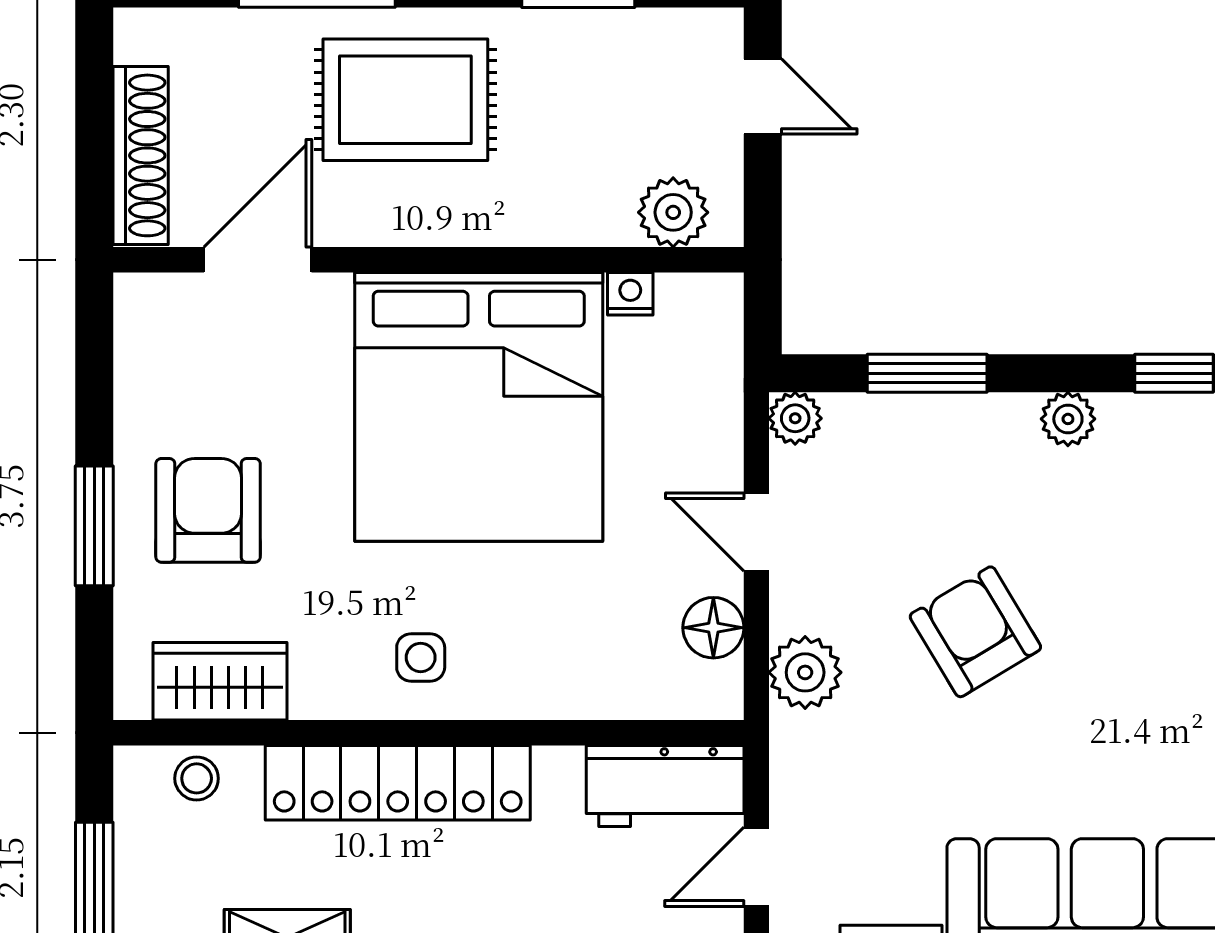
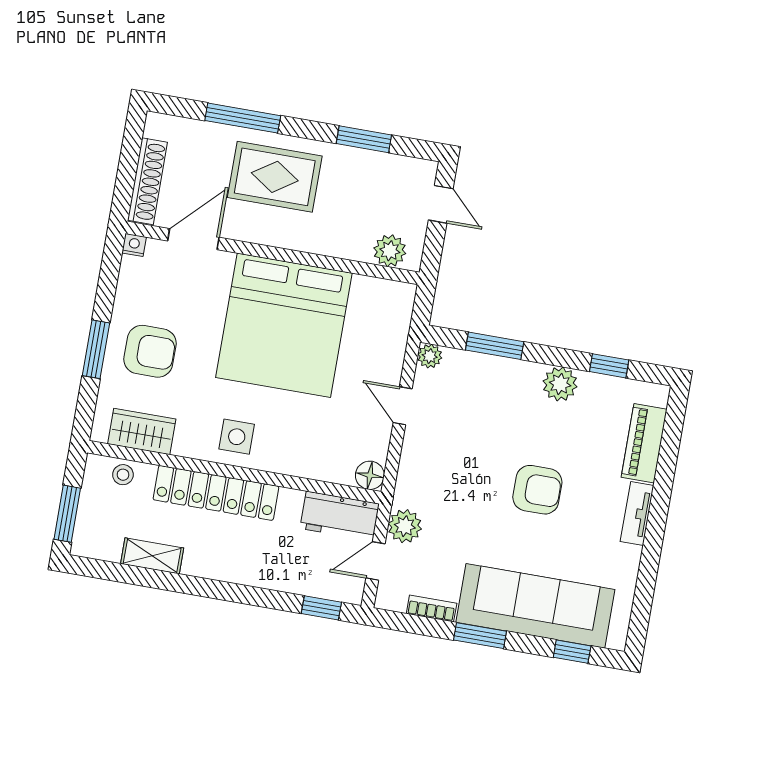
nightstand: (630, 294) -> (134, 245), moved
plant: (1068, 419) -> (560, 384), width x1.38, depth x1.38
armchair: (208, 510) -> (150, 351), turned 90
floor lamp: (713, 628) -> (370, 475), moved
armchair: (975, 632) -> (537, 490), moved, turned 121
side table: (421, 657) -> (237, 437), width x1.37, depth x1.37
plant: (805, 672) -> (405, 526), moved

